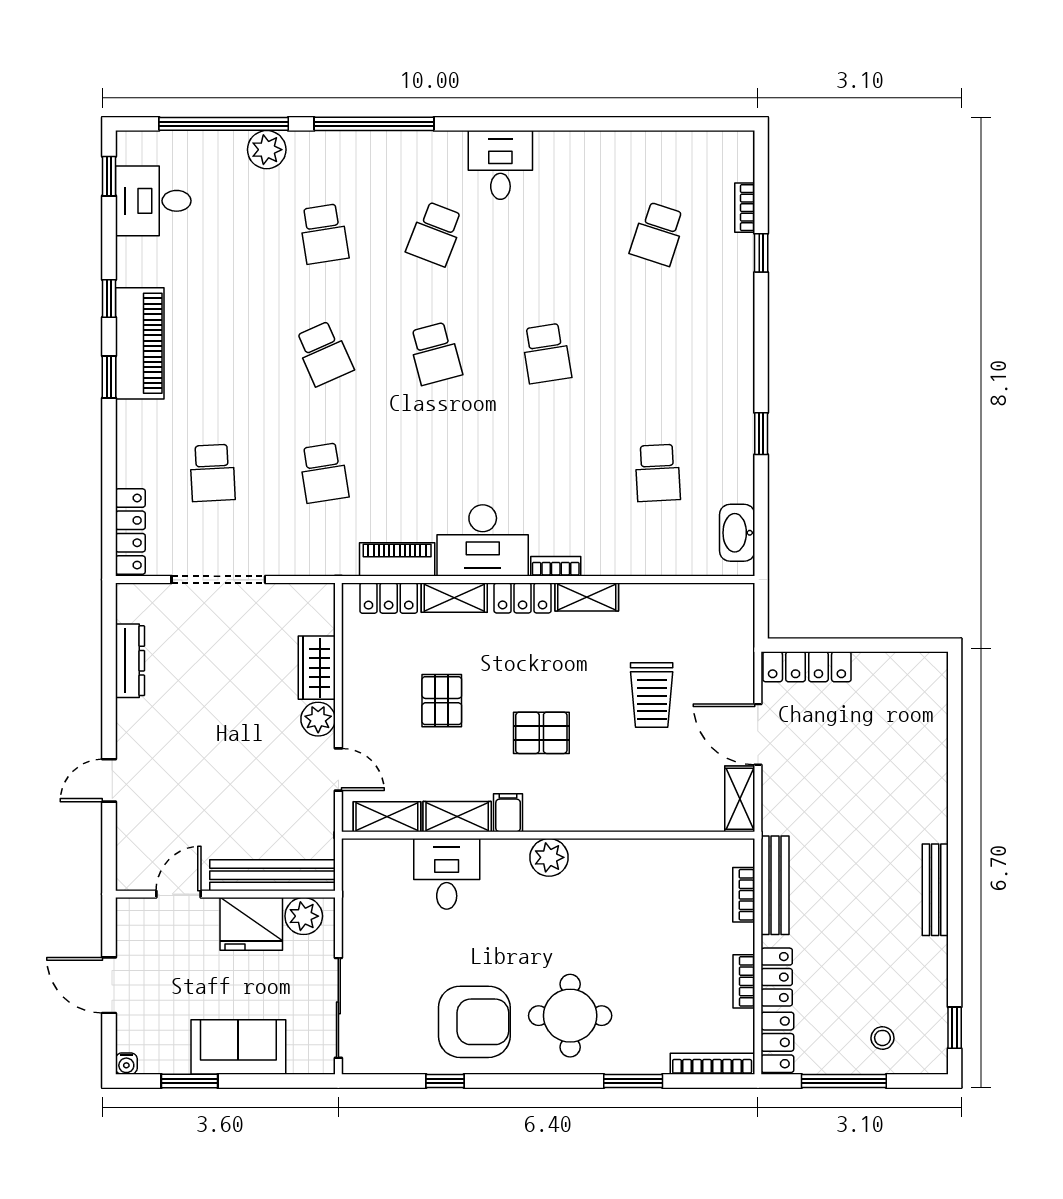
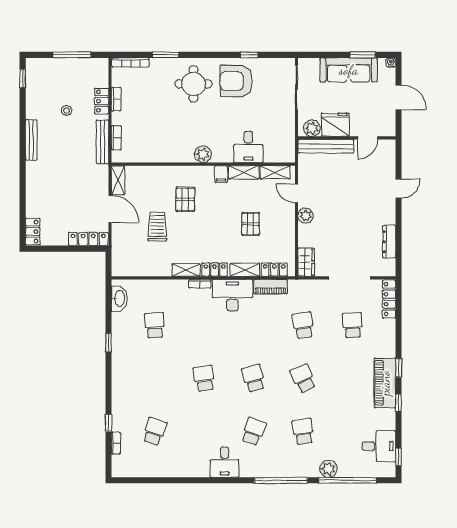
wardrobe: (317, 668) -> (306, 262), moved
pallet: (541, 733) -> (185, 199), moved, turned 90
stool: (882, 1038) -> (67, 110), moved
locker: (777, 1042) -> (33, 232), moved, turned 180
sofa: (238, 1047) -> (349, 70), width x1.36

